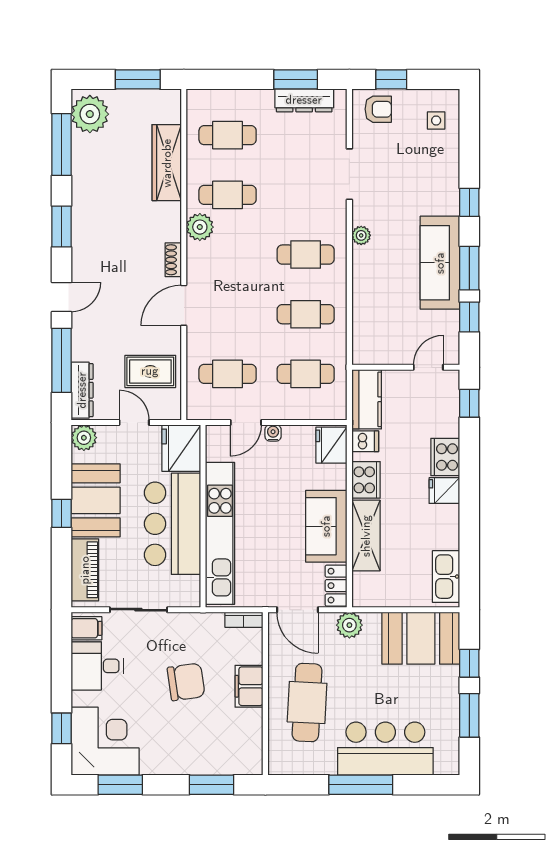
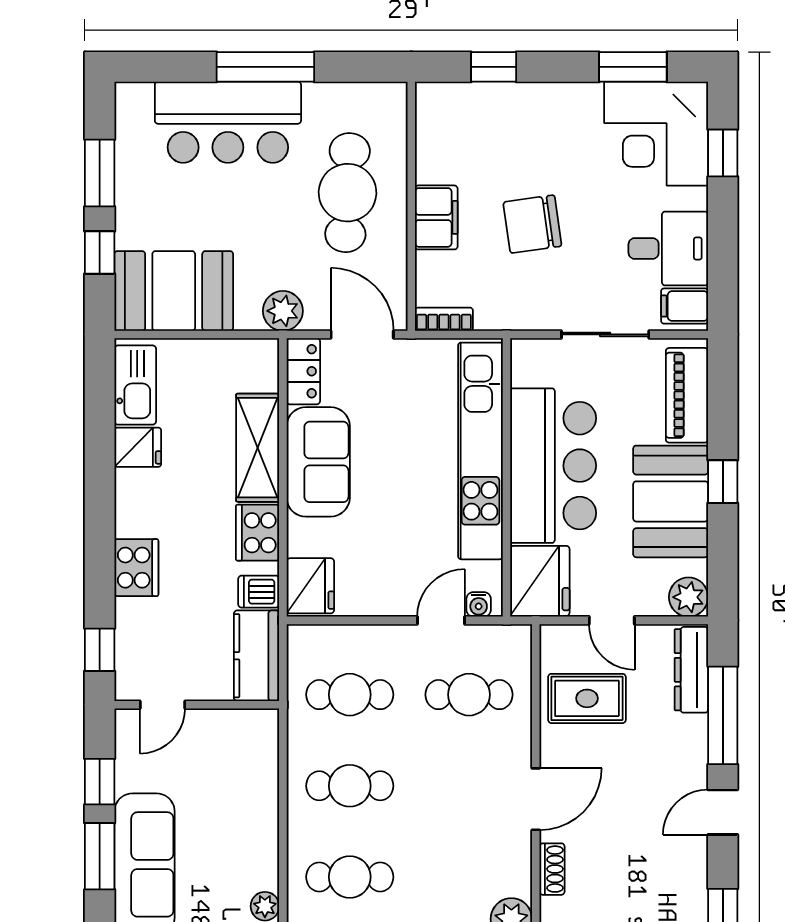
water cooler: (273, 433) -> (479, 604), moved
fridge: (444, 491) -> (138, 447), moved
window: (211, 785) -> (494, 67), width x0.67

